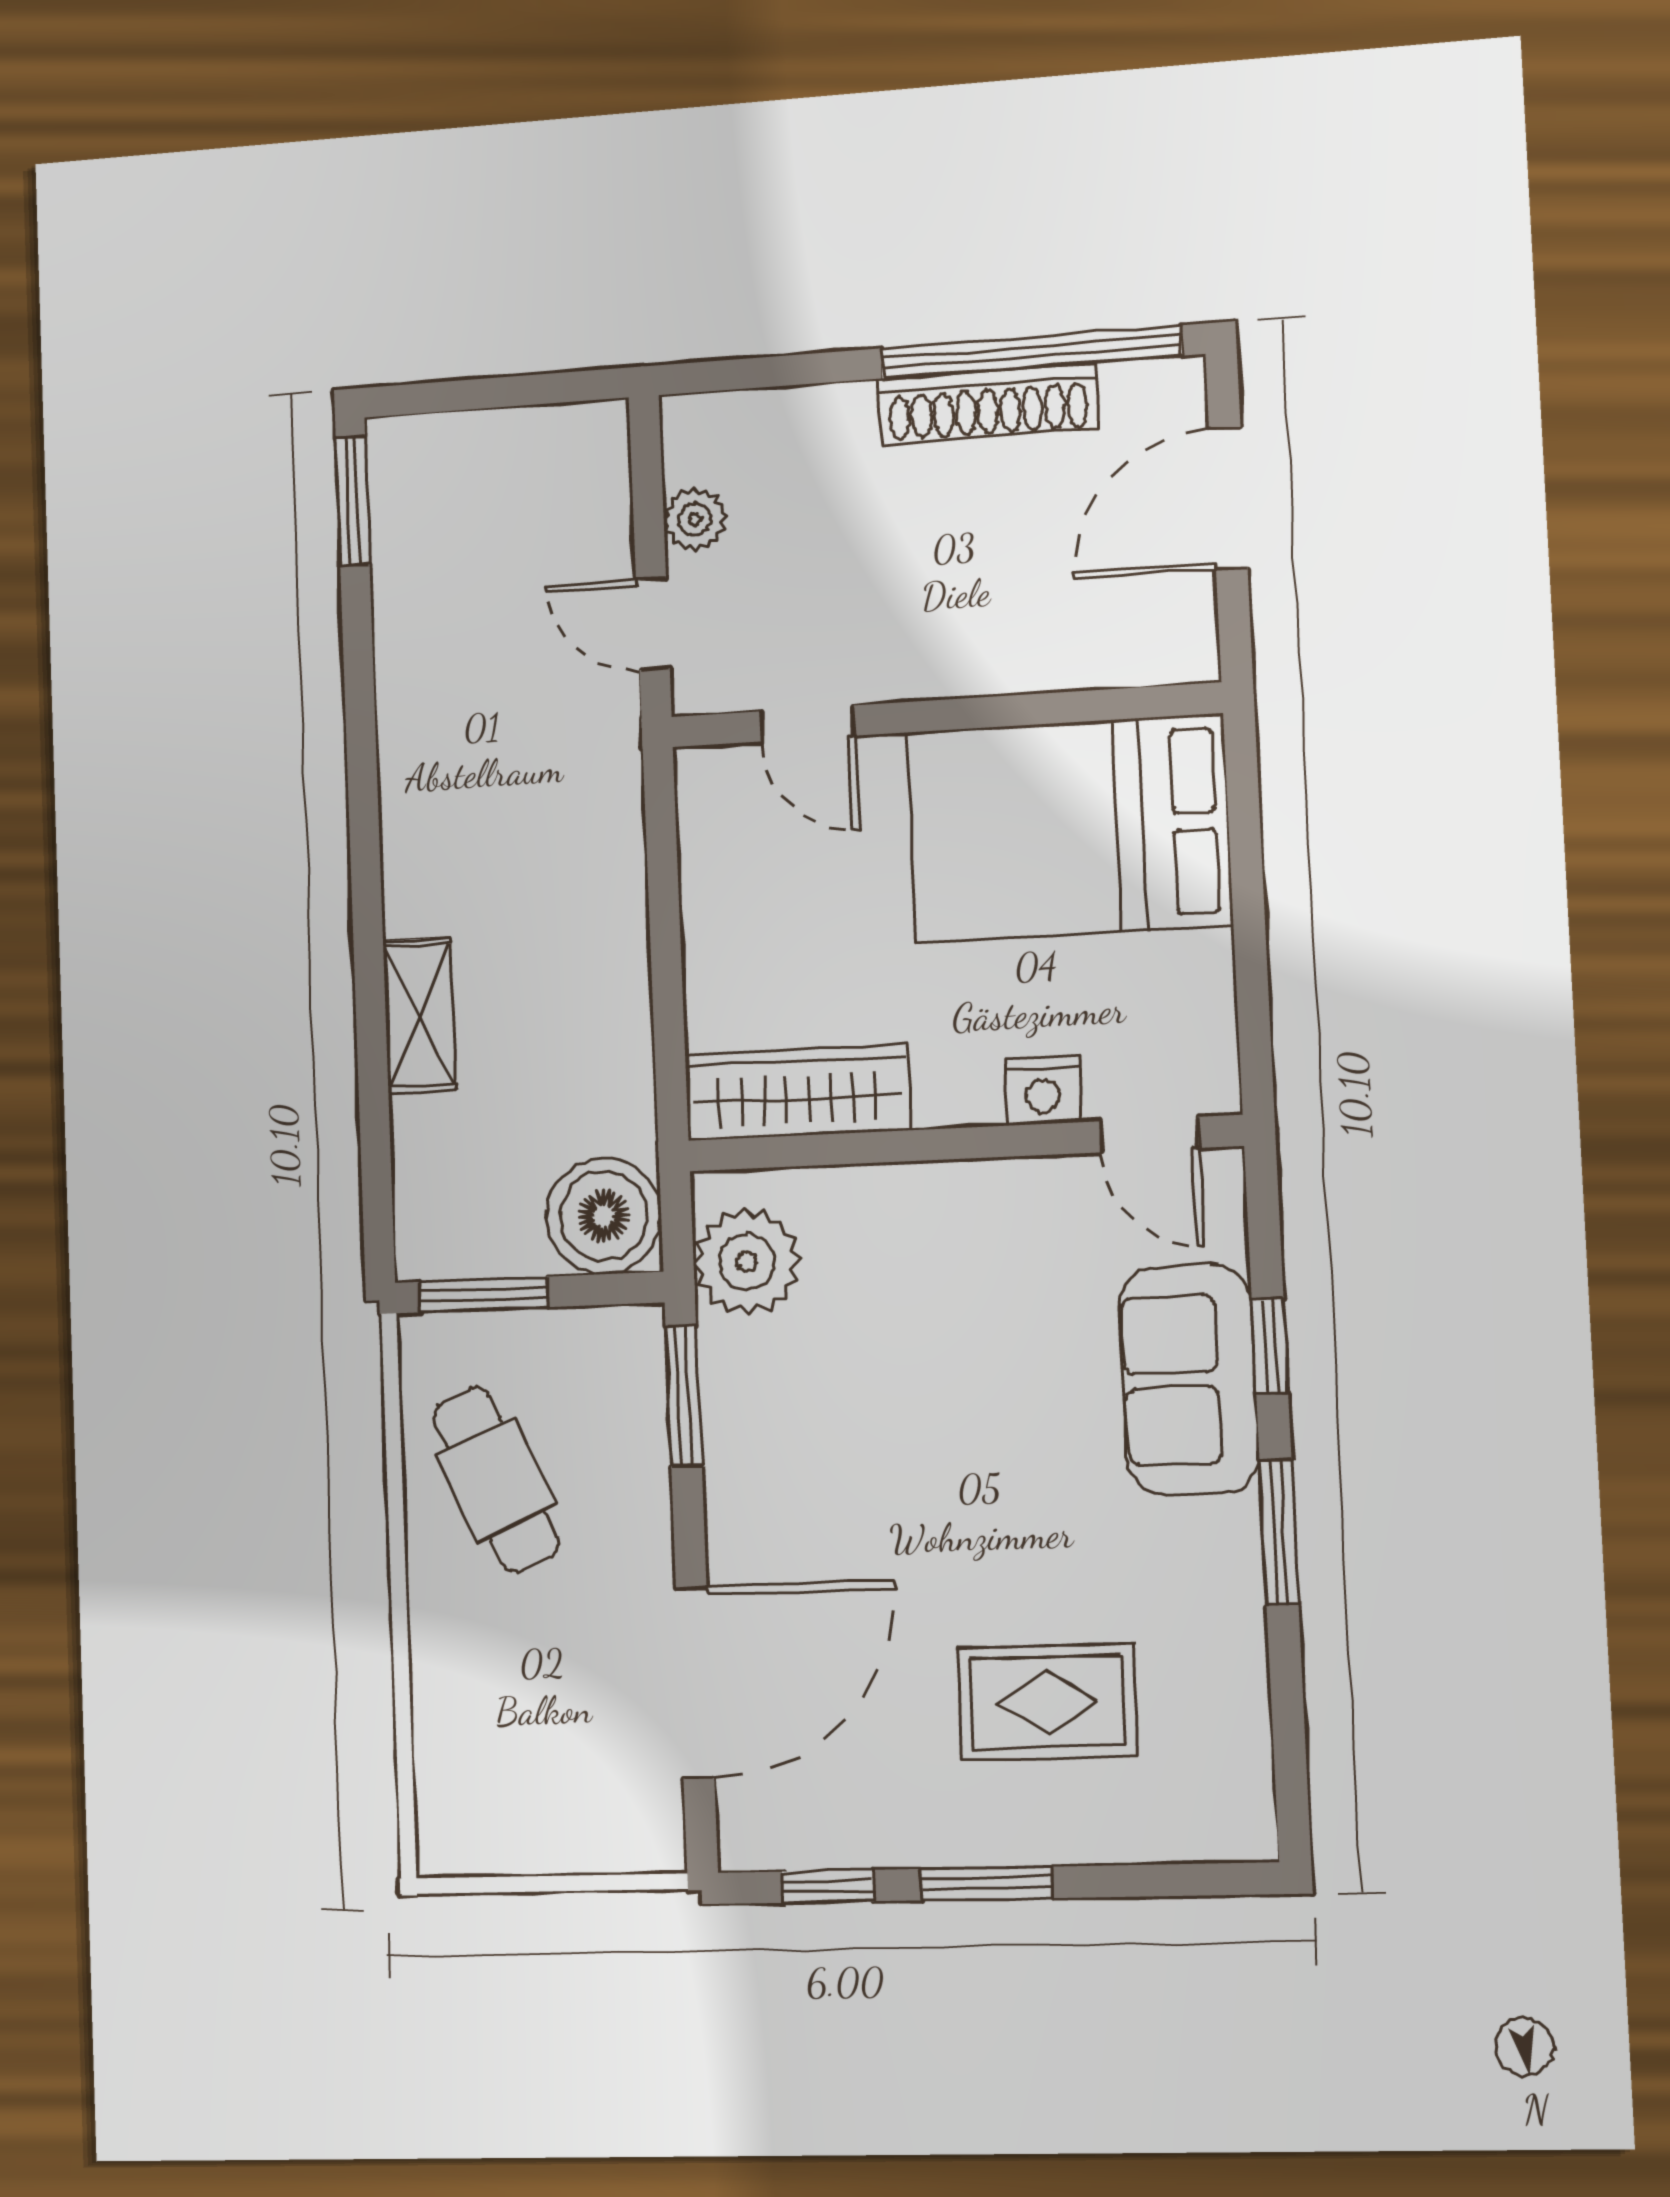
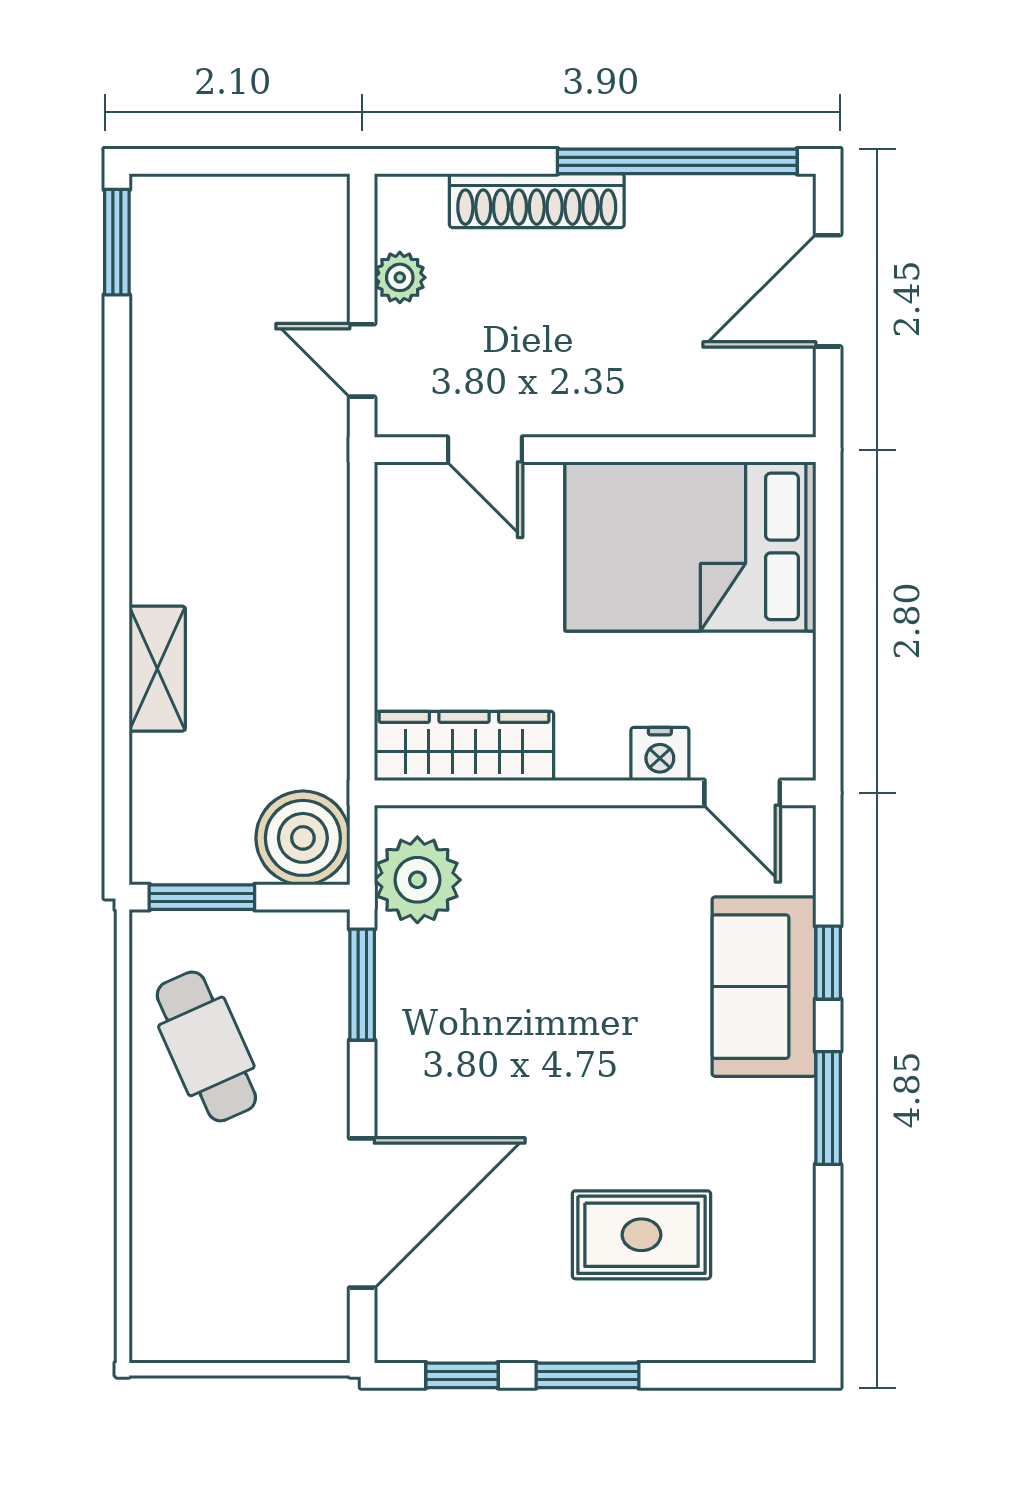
shoe rack: (988, 404) -> (537, 201), moved

